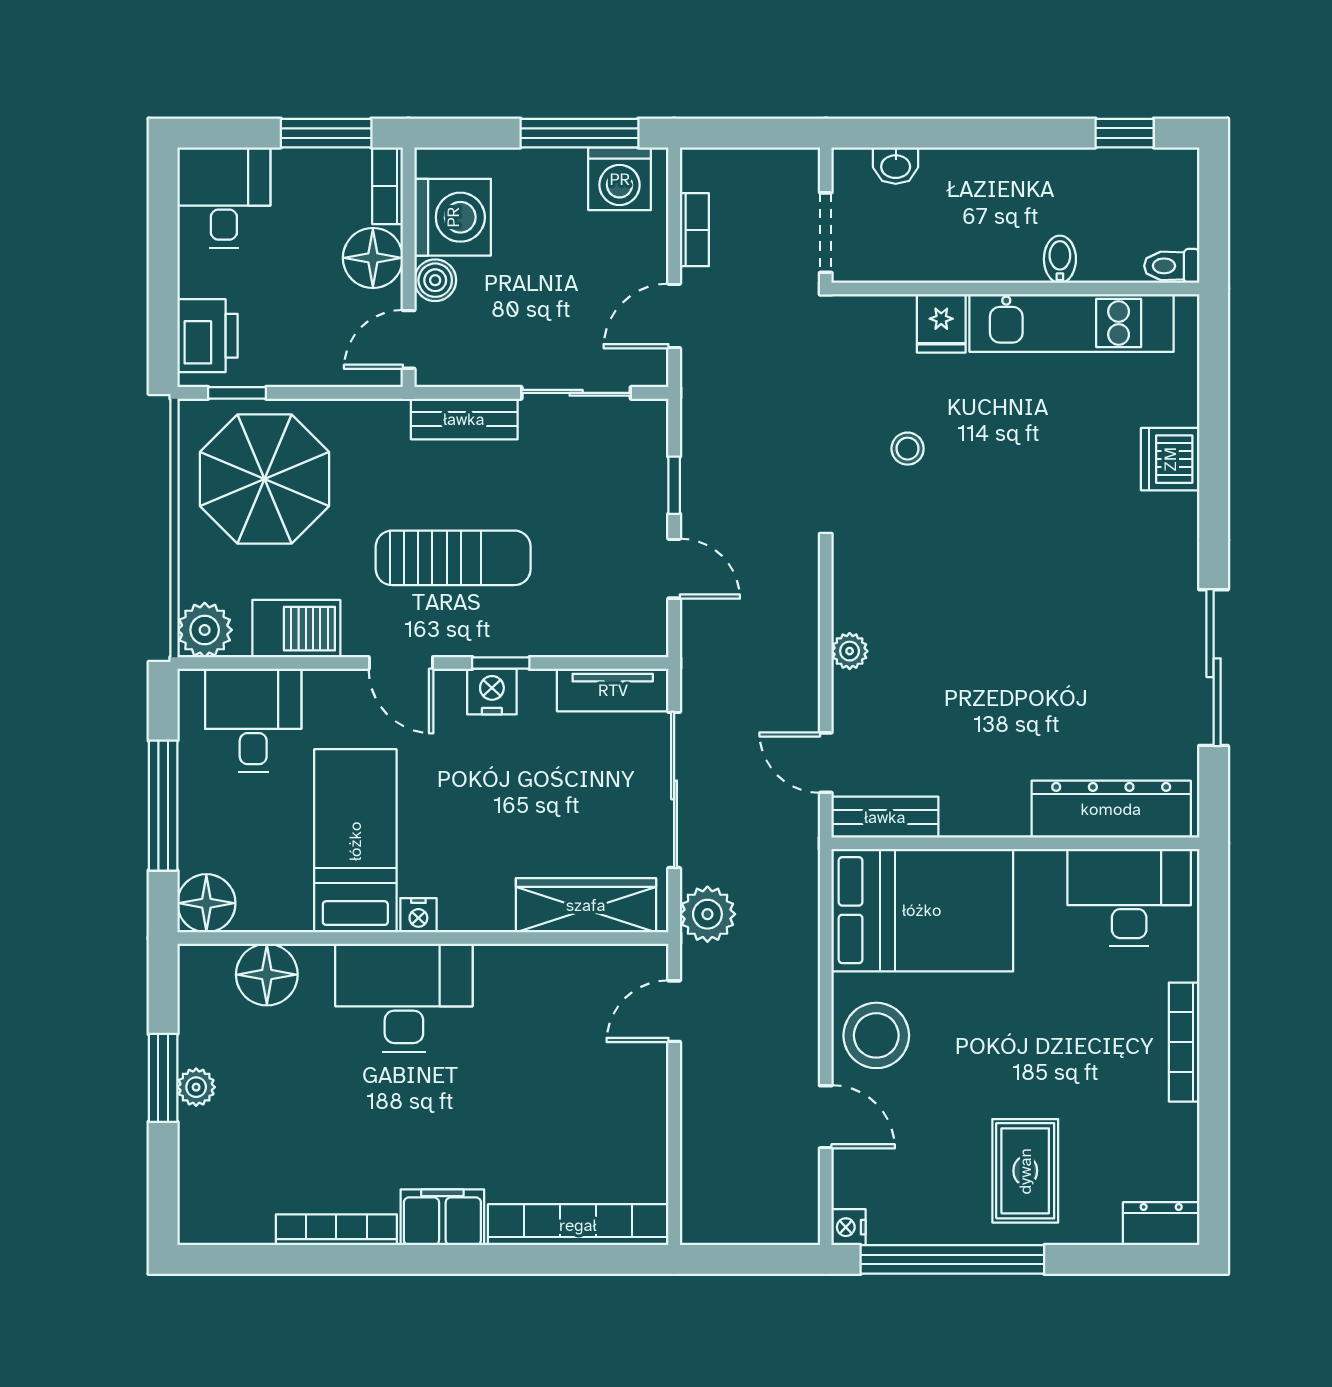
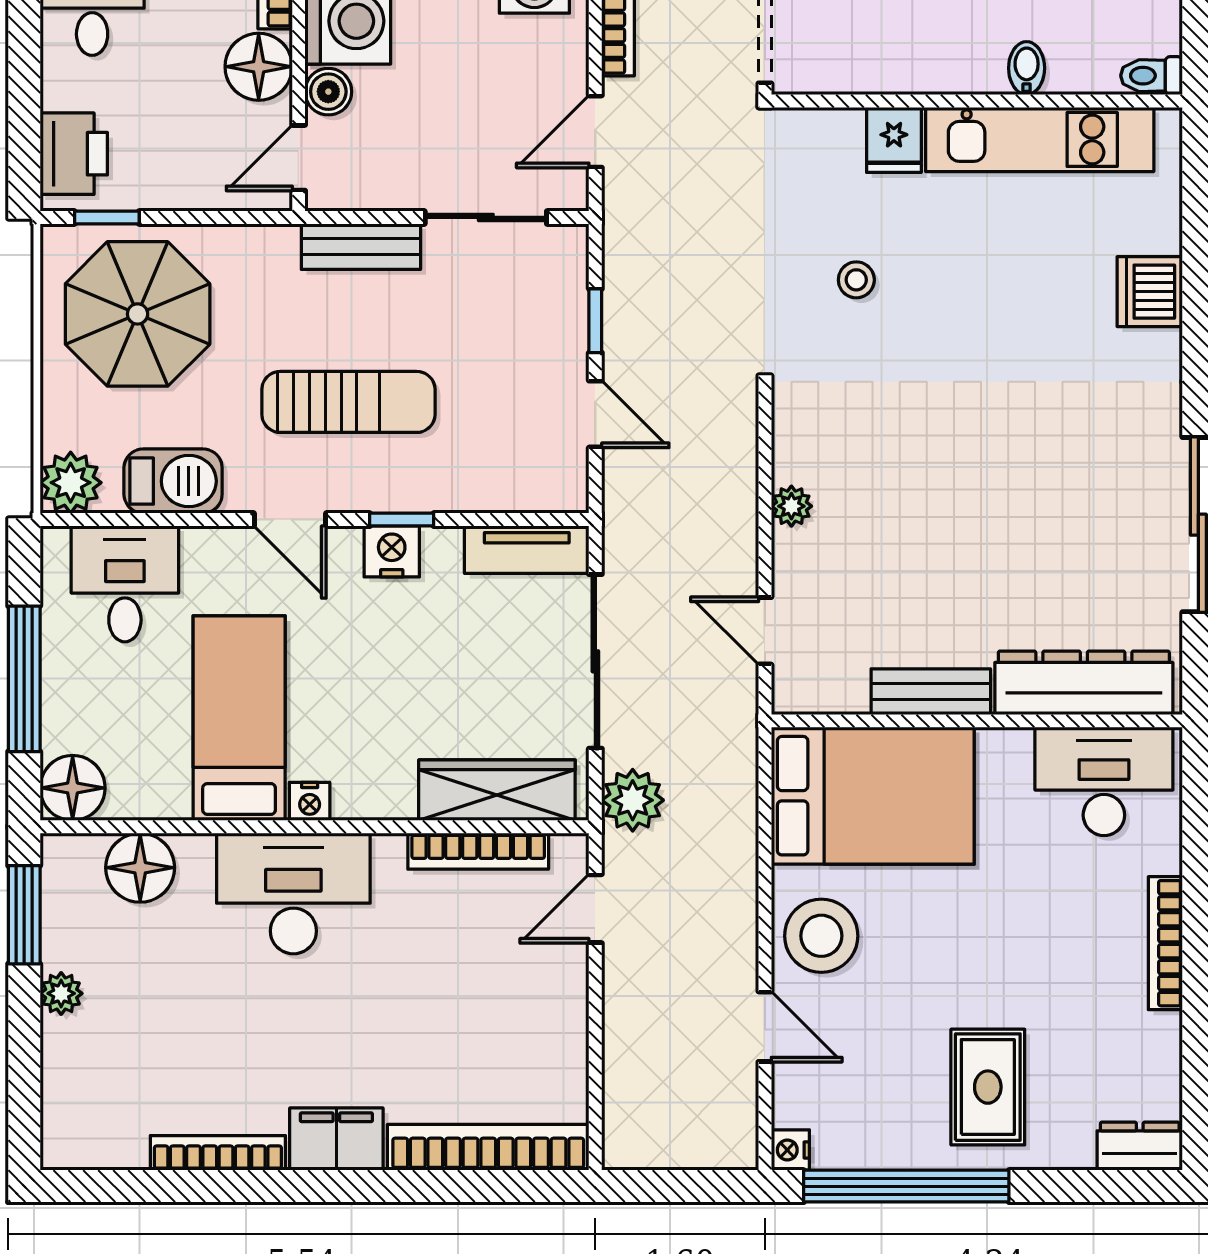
bench: (885, 817) -> (931, 692), moved
bookcase: (569, 960) -> (478, 851), added
window: (163, 1078) -> (24, 915), moved

